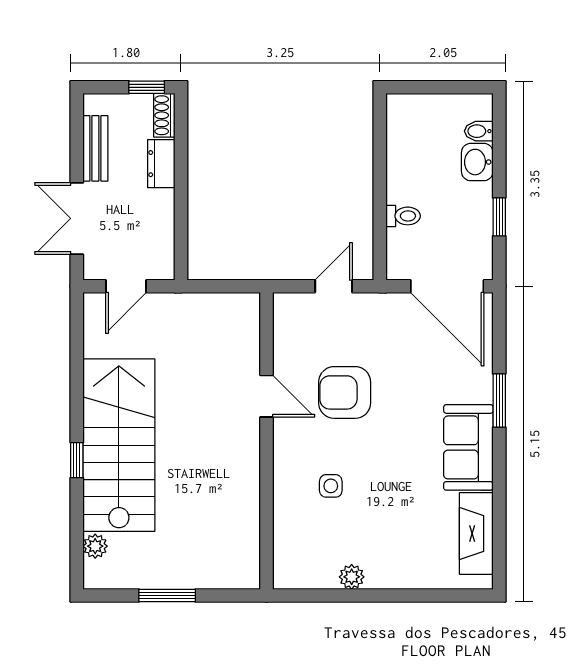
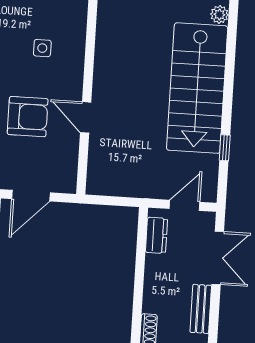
dresser: (161, 164) -> (156, 235), moved
door: (334, 286) -> (31, 196), width x1.38
window: (77, 460) -> (225, 148), moved

